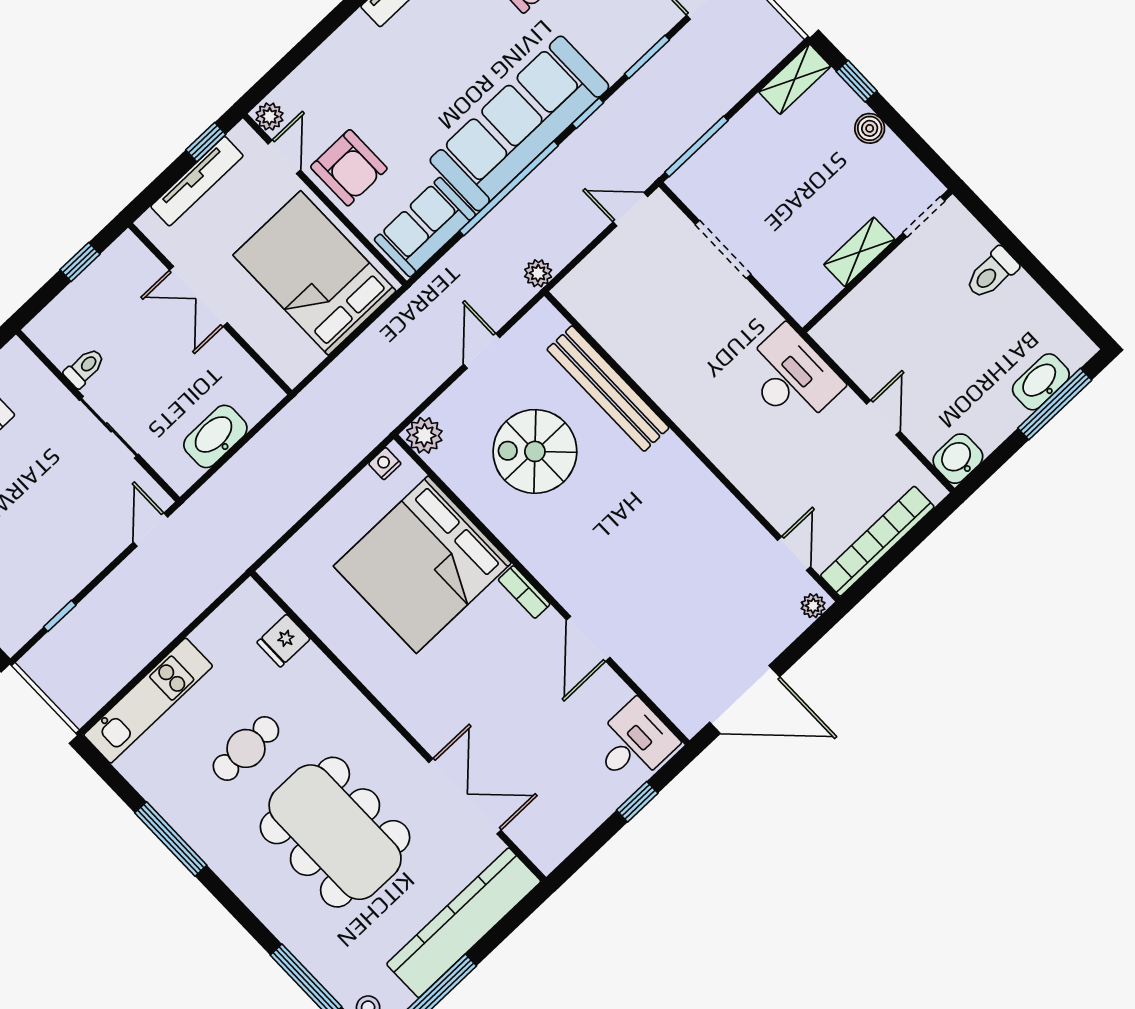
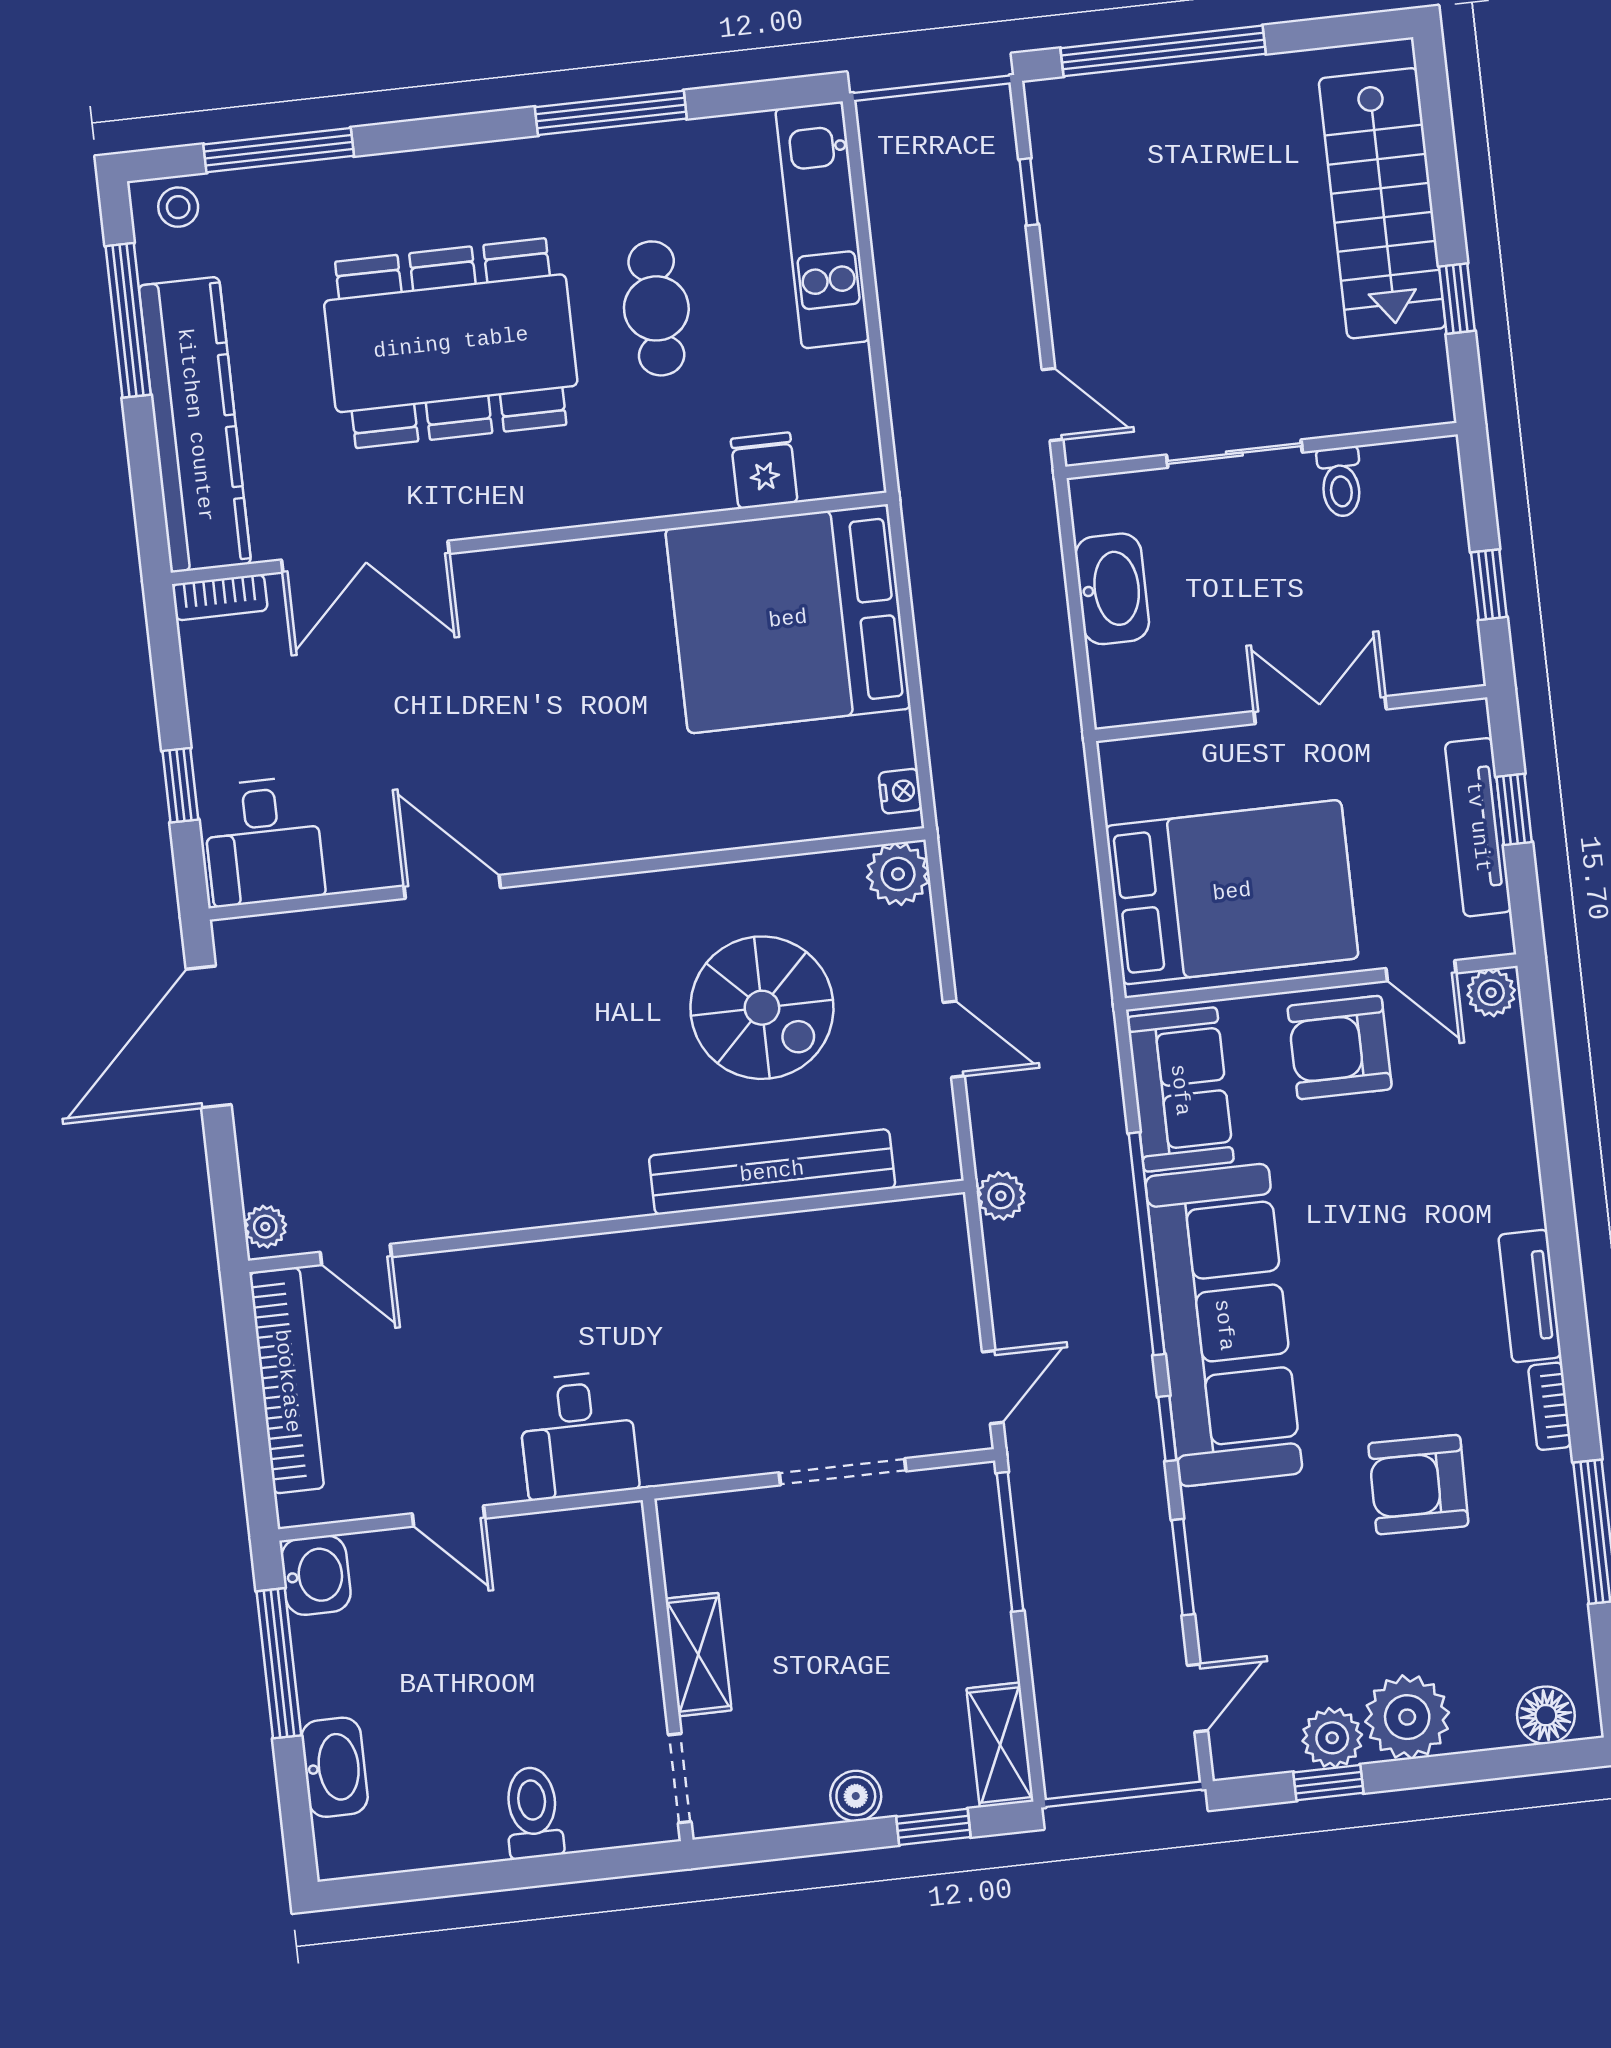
window: (206, 142) -> (1514, 809), moved
desk: (791, 377) -> (578, 1435), width x0.73
window: (1055, 404) -> (279, 1663), moved
spiral stairs: (535, 451) -> (762, 1008), turned 90
bed: (422, 565) -> (788, 619), moved, turned -90
bookcase: (524, 592) -> (220, 597), moved, turned 180

